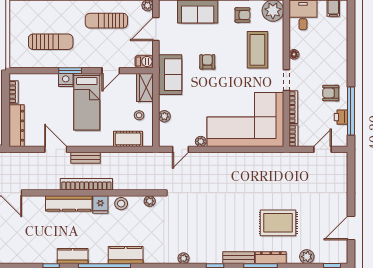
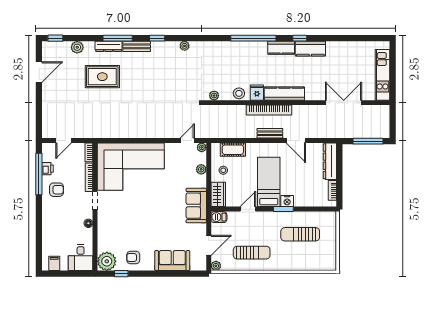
coffee table: (257, 50) -> (120, 227), removed
armchair: (207, 62) -> (164, 217), removed
plant: (201, 141) -> (202, 147), moved
kitchen counter: (126, 255) -> (310, 49), moved

